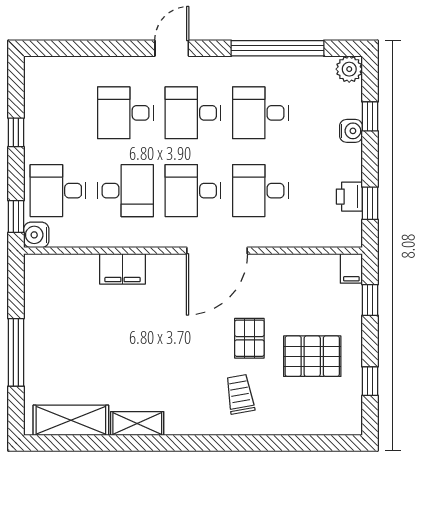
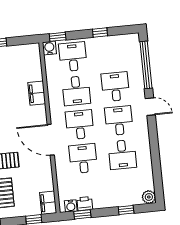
window: (278, 48) -> (146, 65), moved
desk: (260, 113) -> (122, 155), turned 180
water cooler: (351, 131) -> (71, 206), moved
filing cabinet: (351, 268) -> (48, 203), width x2.00

